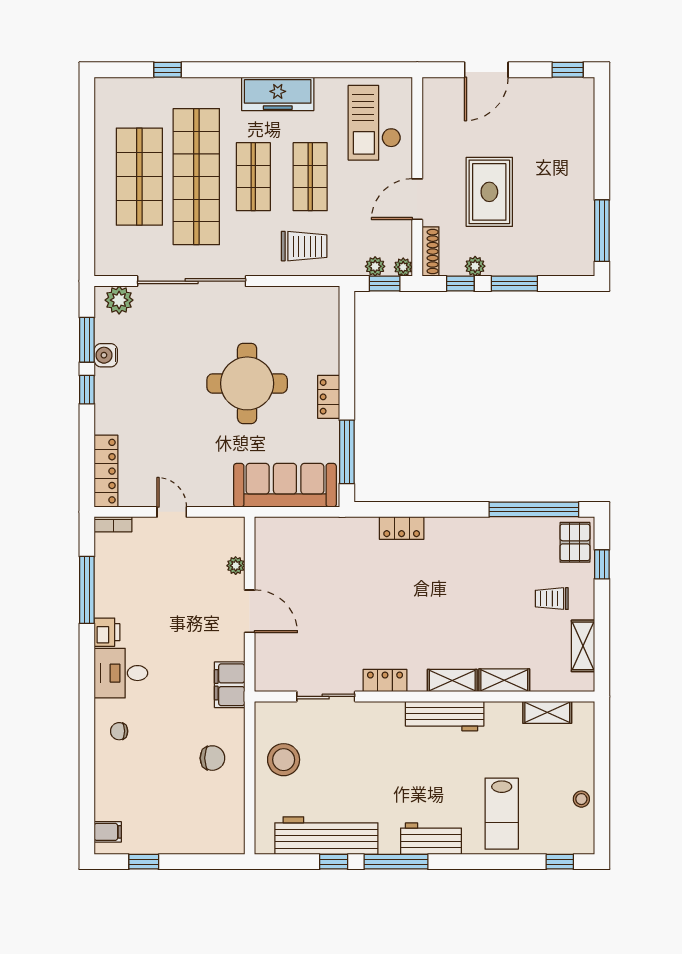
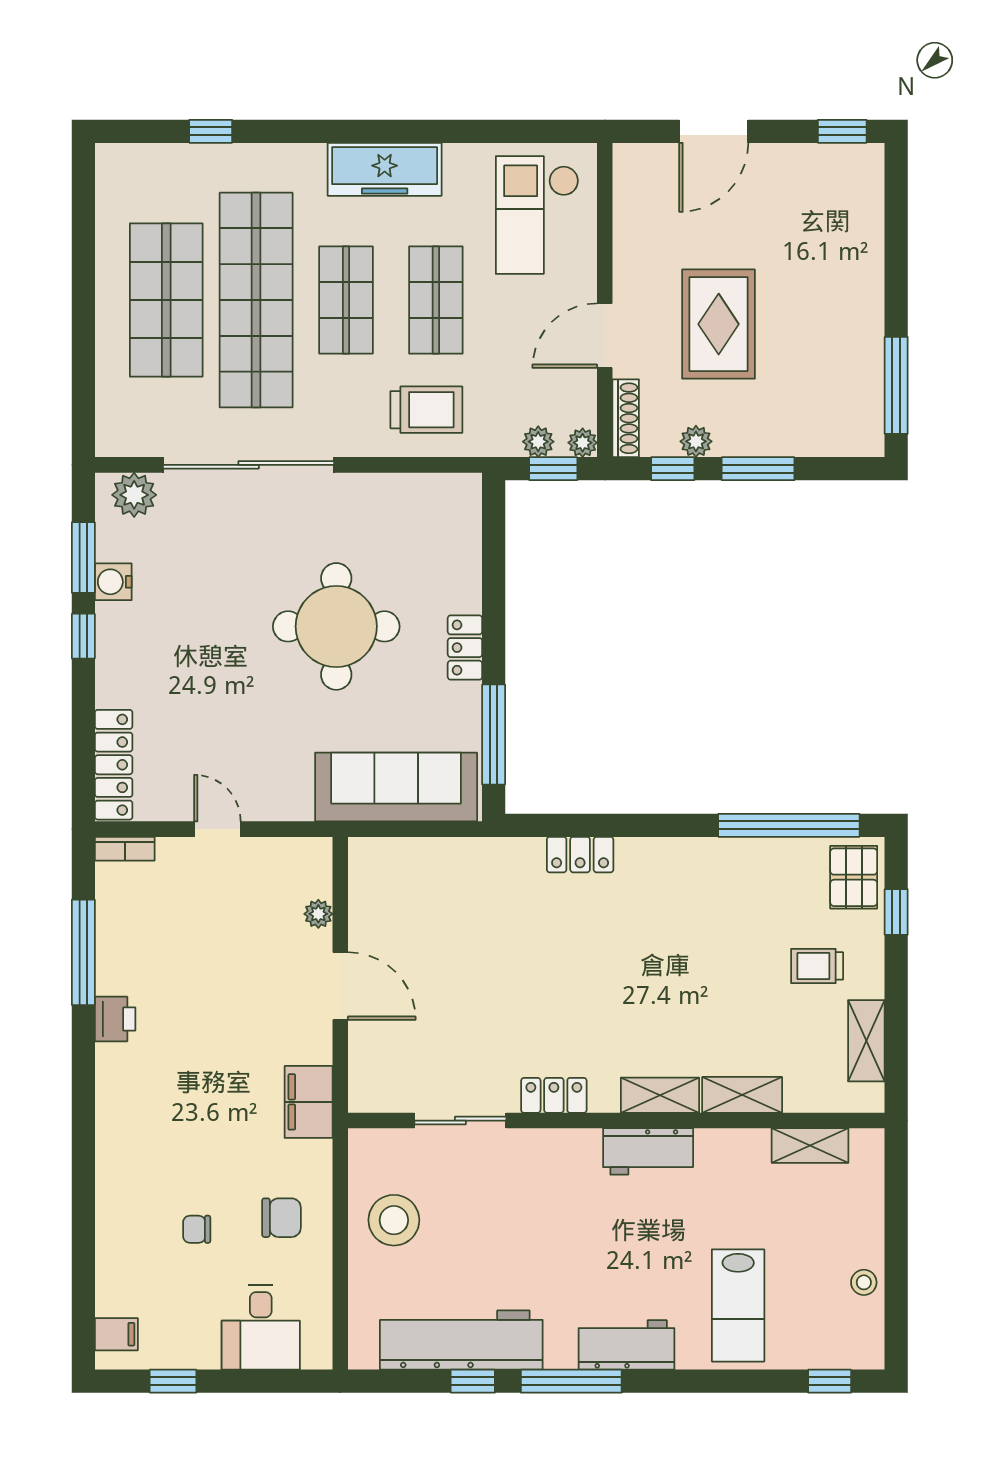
desk: (121, 673) -> (261, 1327), moved, turned -90
workbench: (445, 716) -> (648, 1151), width x0.73
chair: (119, 731) -> (197, 1229), moved

